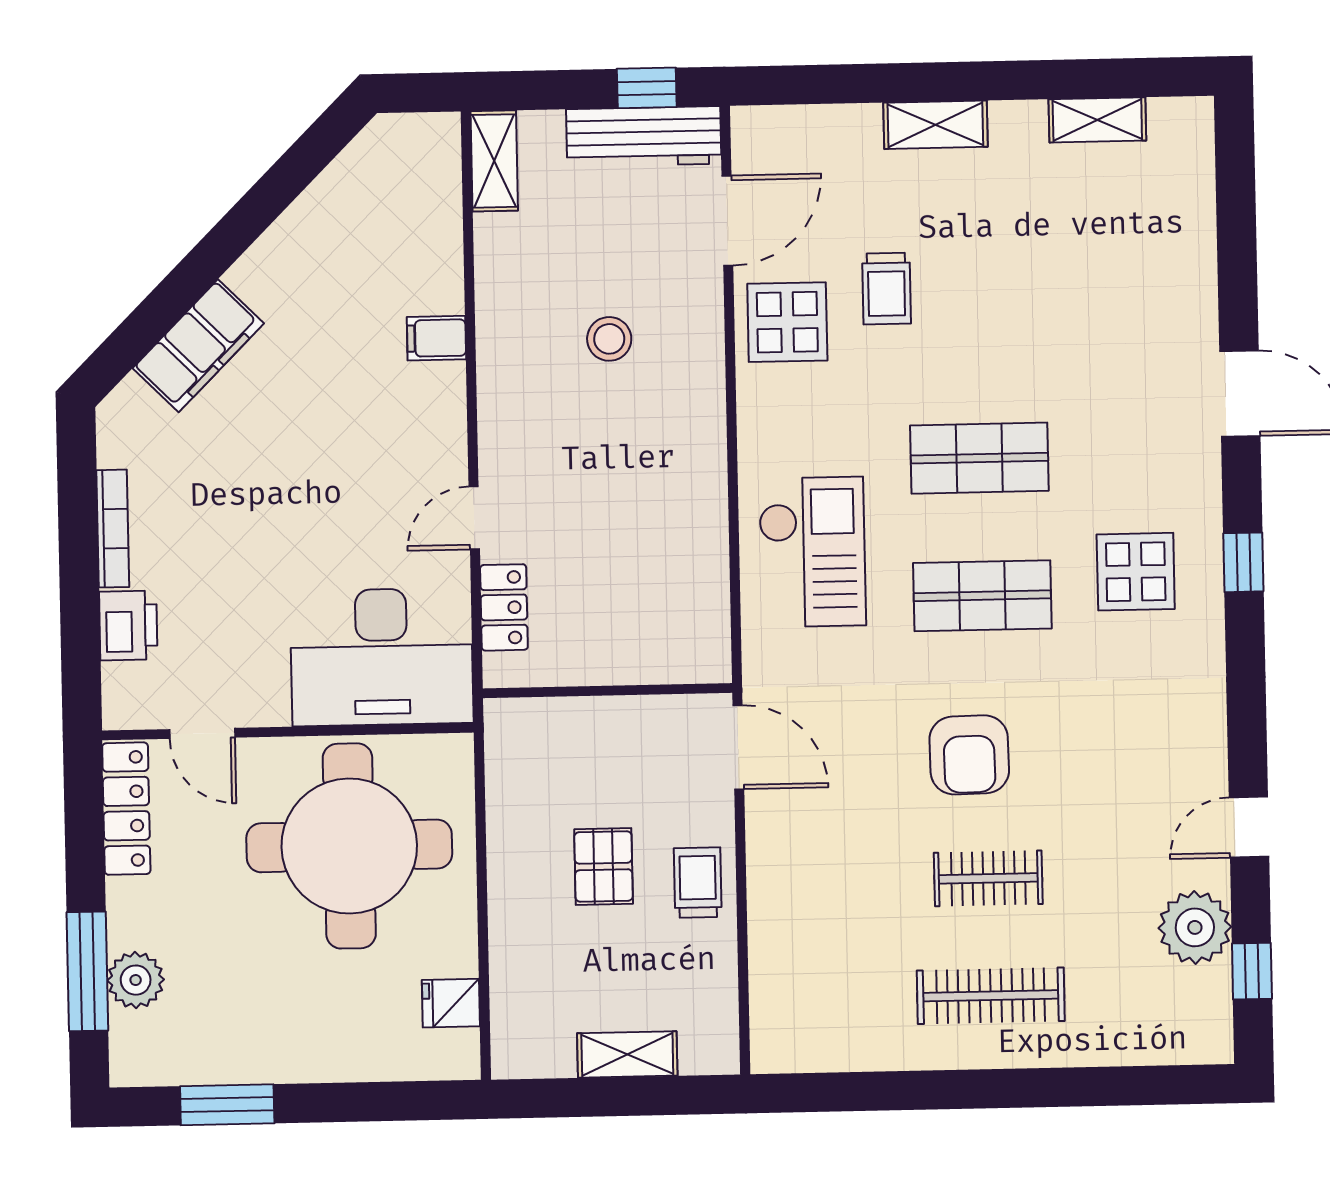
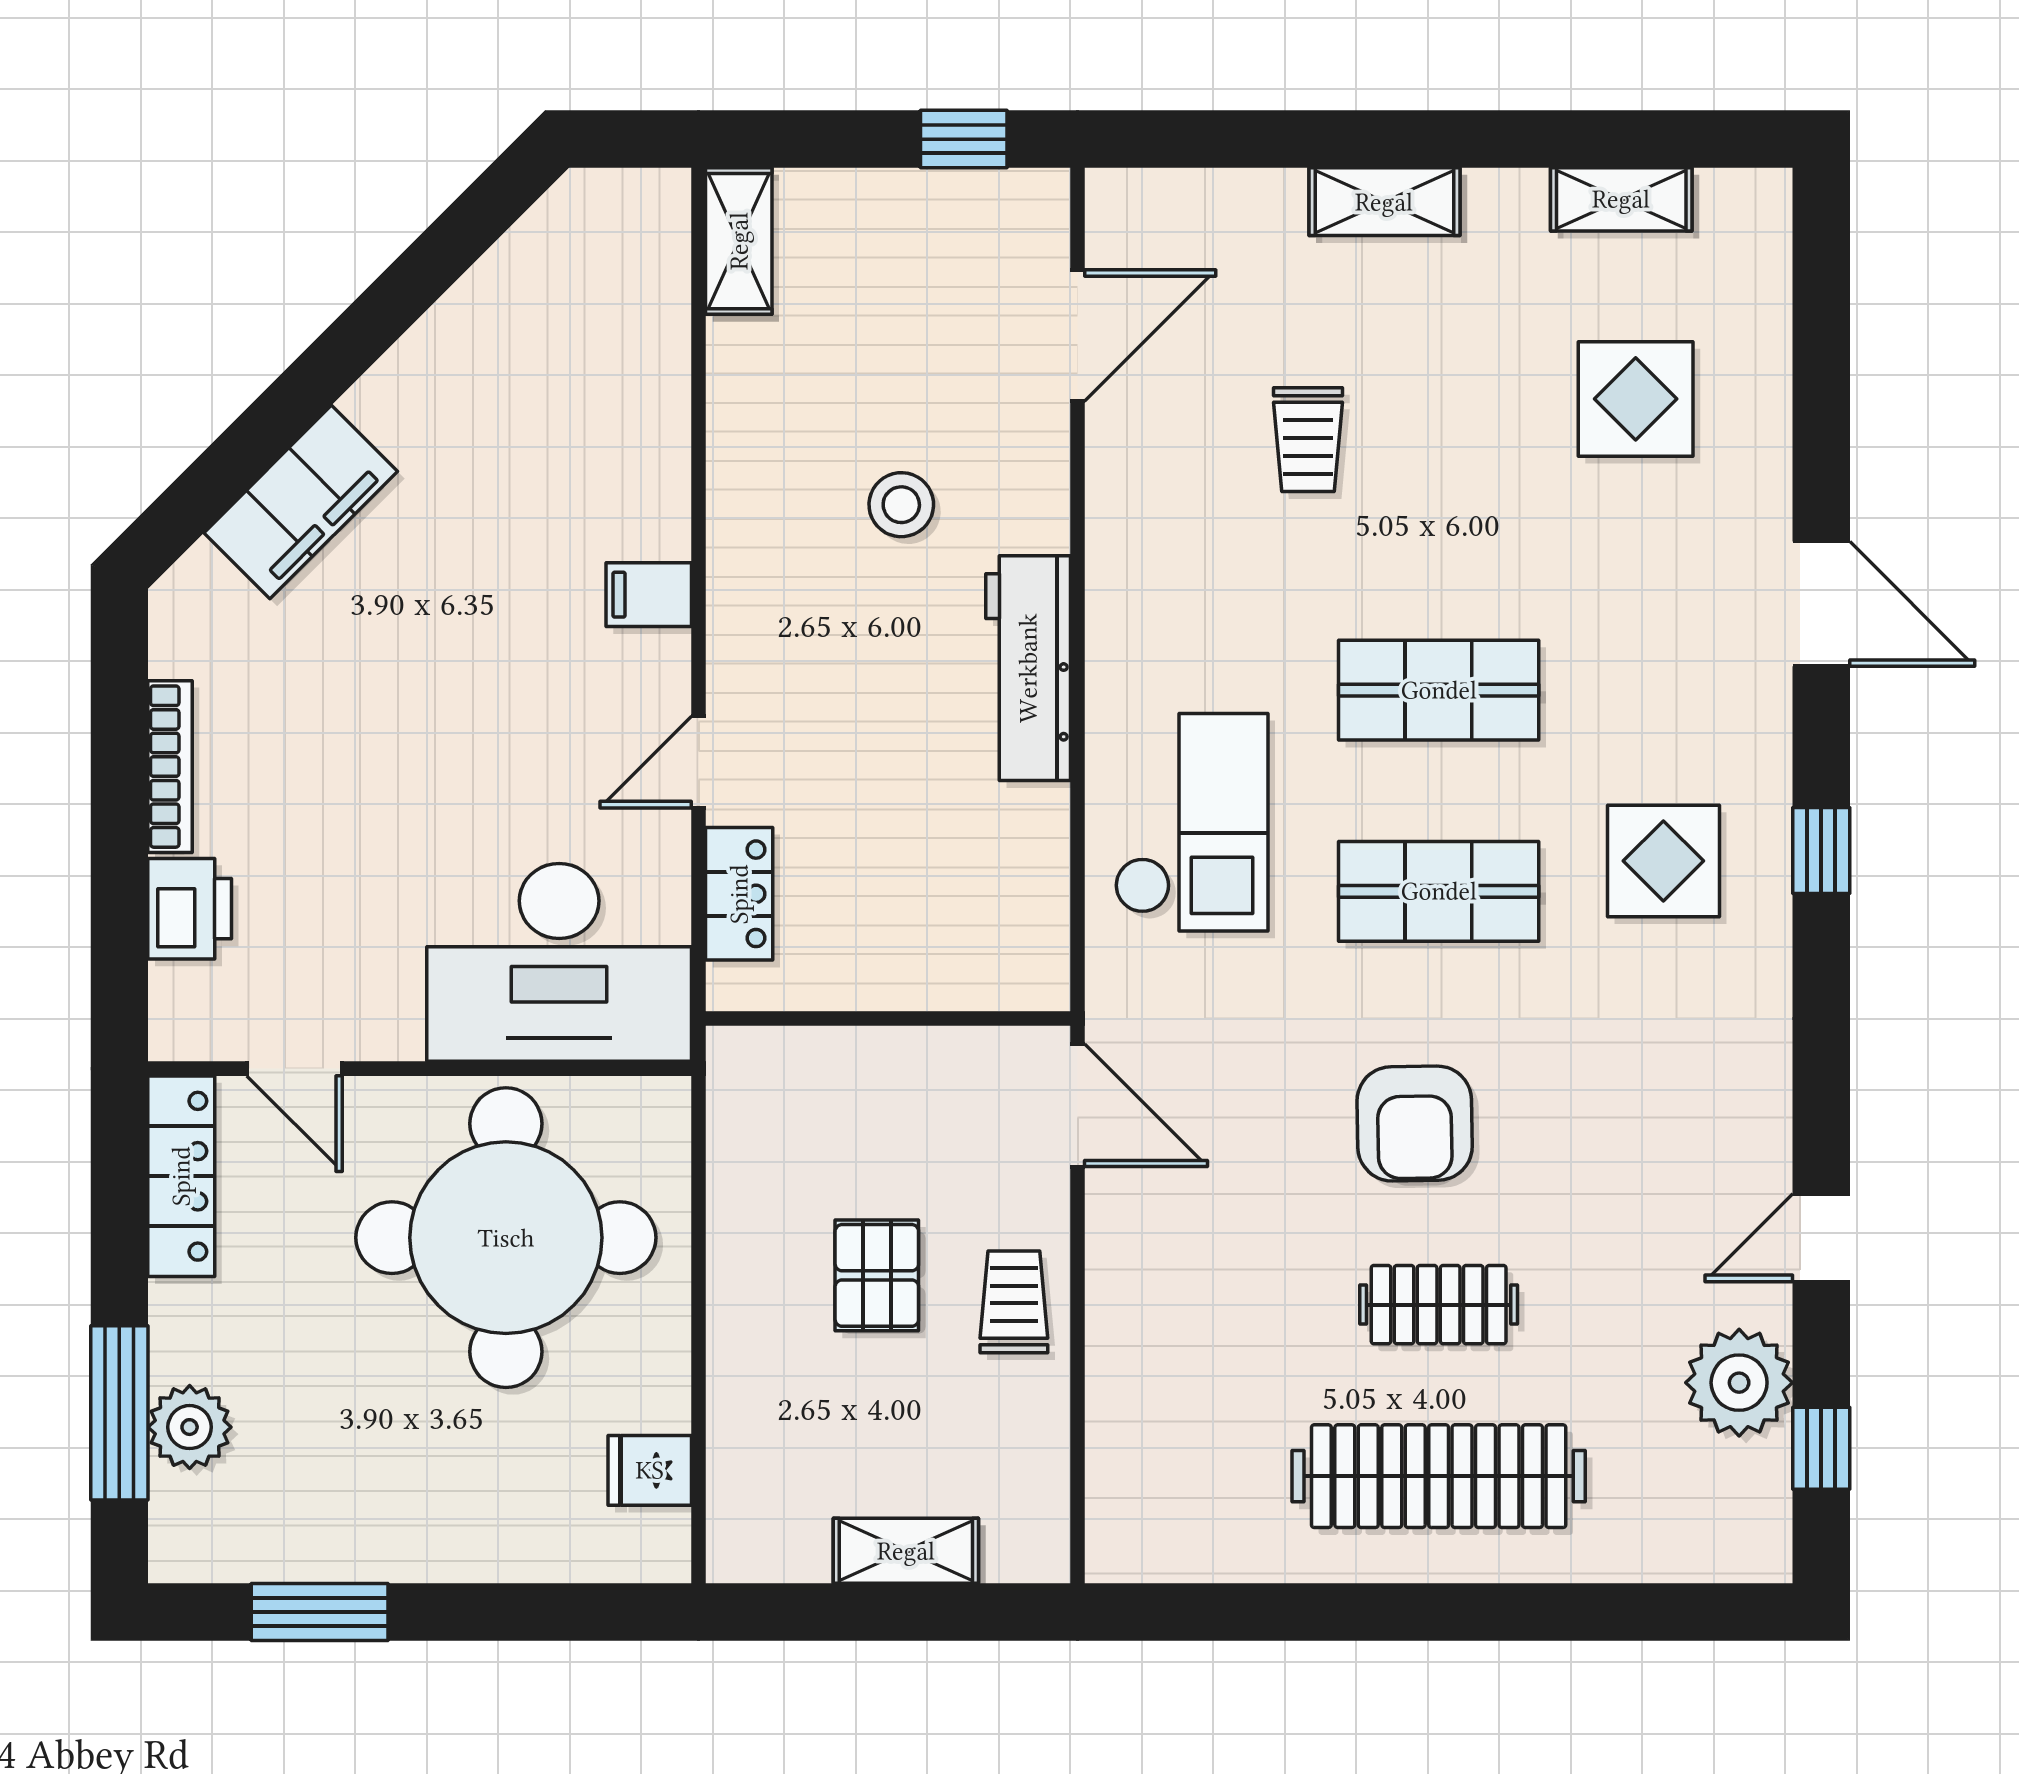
workbench: (644, 136) -> (1028, 668), moved, turned 90
display table: (787, 322) -> (1636, 399), moved
filing cabinet: (436, 338) -> (649, 595), moved
clothes rail: (991, 996) -> (1439, 1476), width x1.37, depth x1.31

